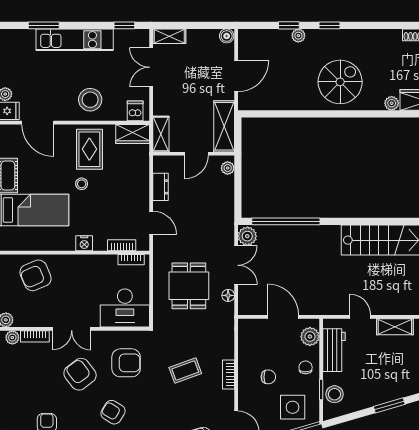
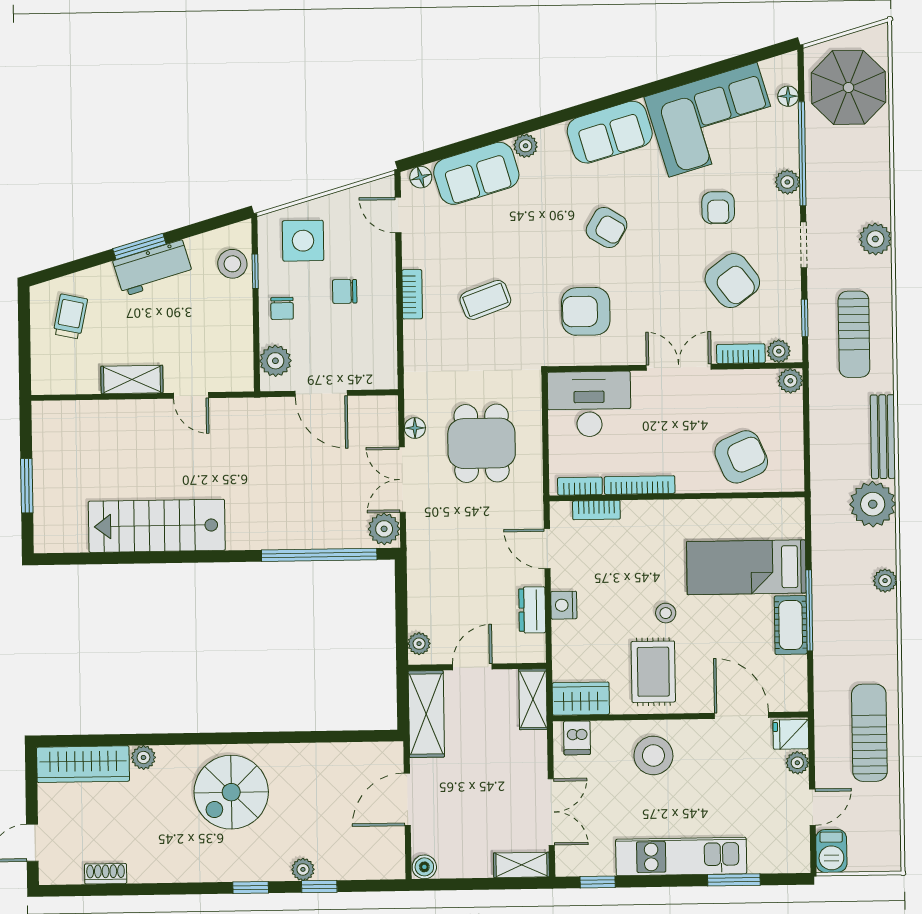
nightstand: (84, 243) -> (564, 605), moved, turned -90
bookcase: (96, 260) -> (640, 485), added
workbench: (334, 350) -> (153, 268), moved, turned -106
armchair: (80, 374) -> (732, 281), moved

